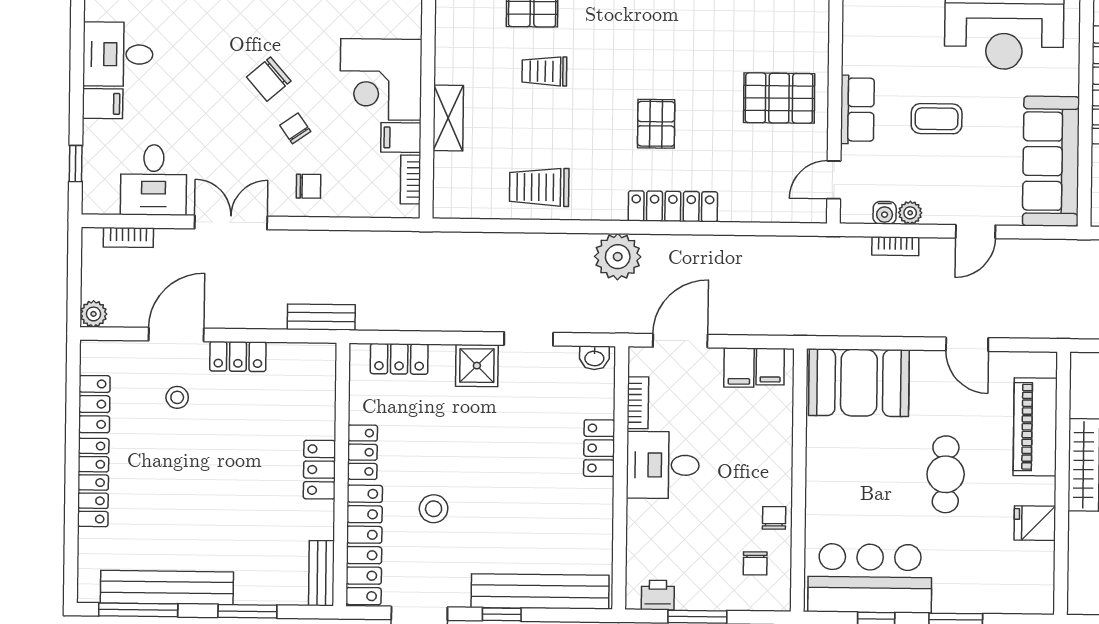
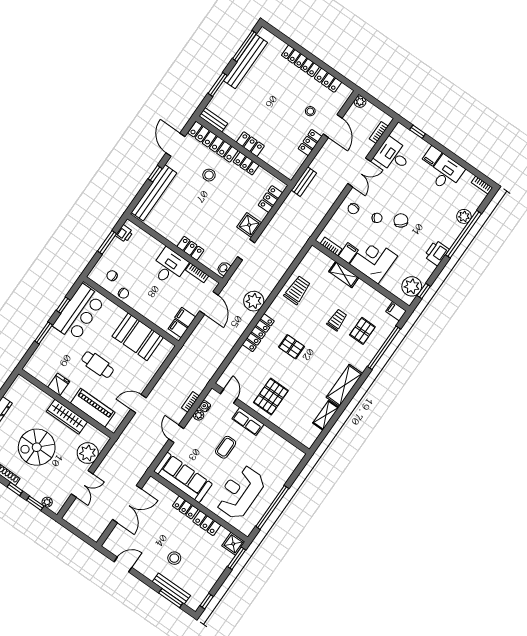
booth: (859, 383) -> (138, 337), moved, turned 90

